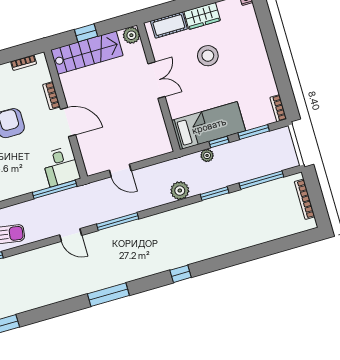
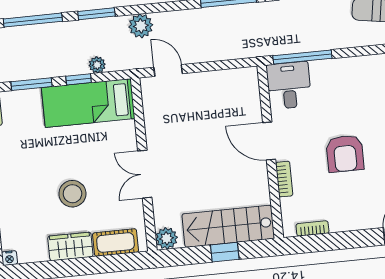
door: (120, 170) -> (168, 70), moved

